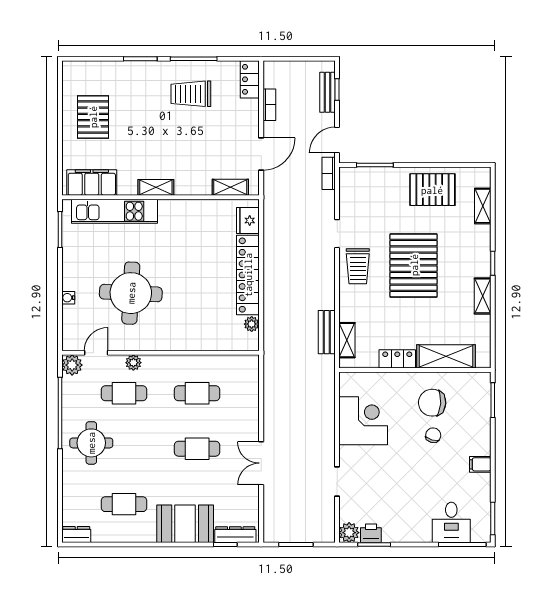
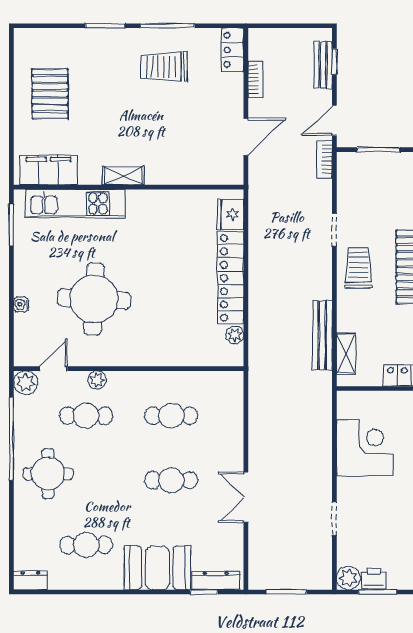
shelving: (230, 187) -> (210, 176), removed
trolley: (358, 266) -> (358, 268), turned 180
bench: (327, 332) -> (322, 335), width x1.36

